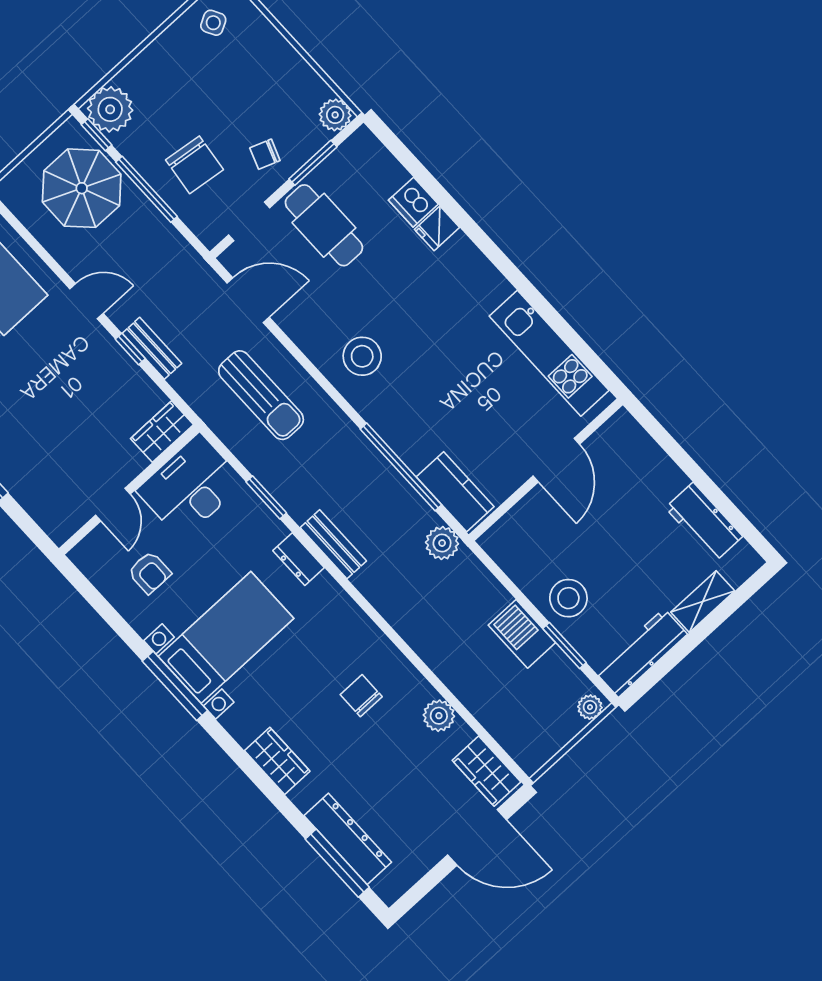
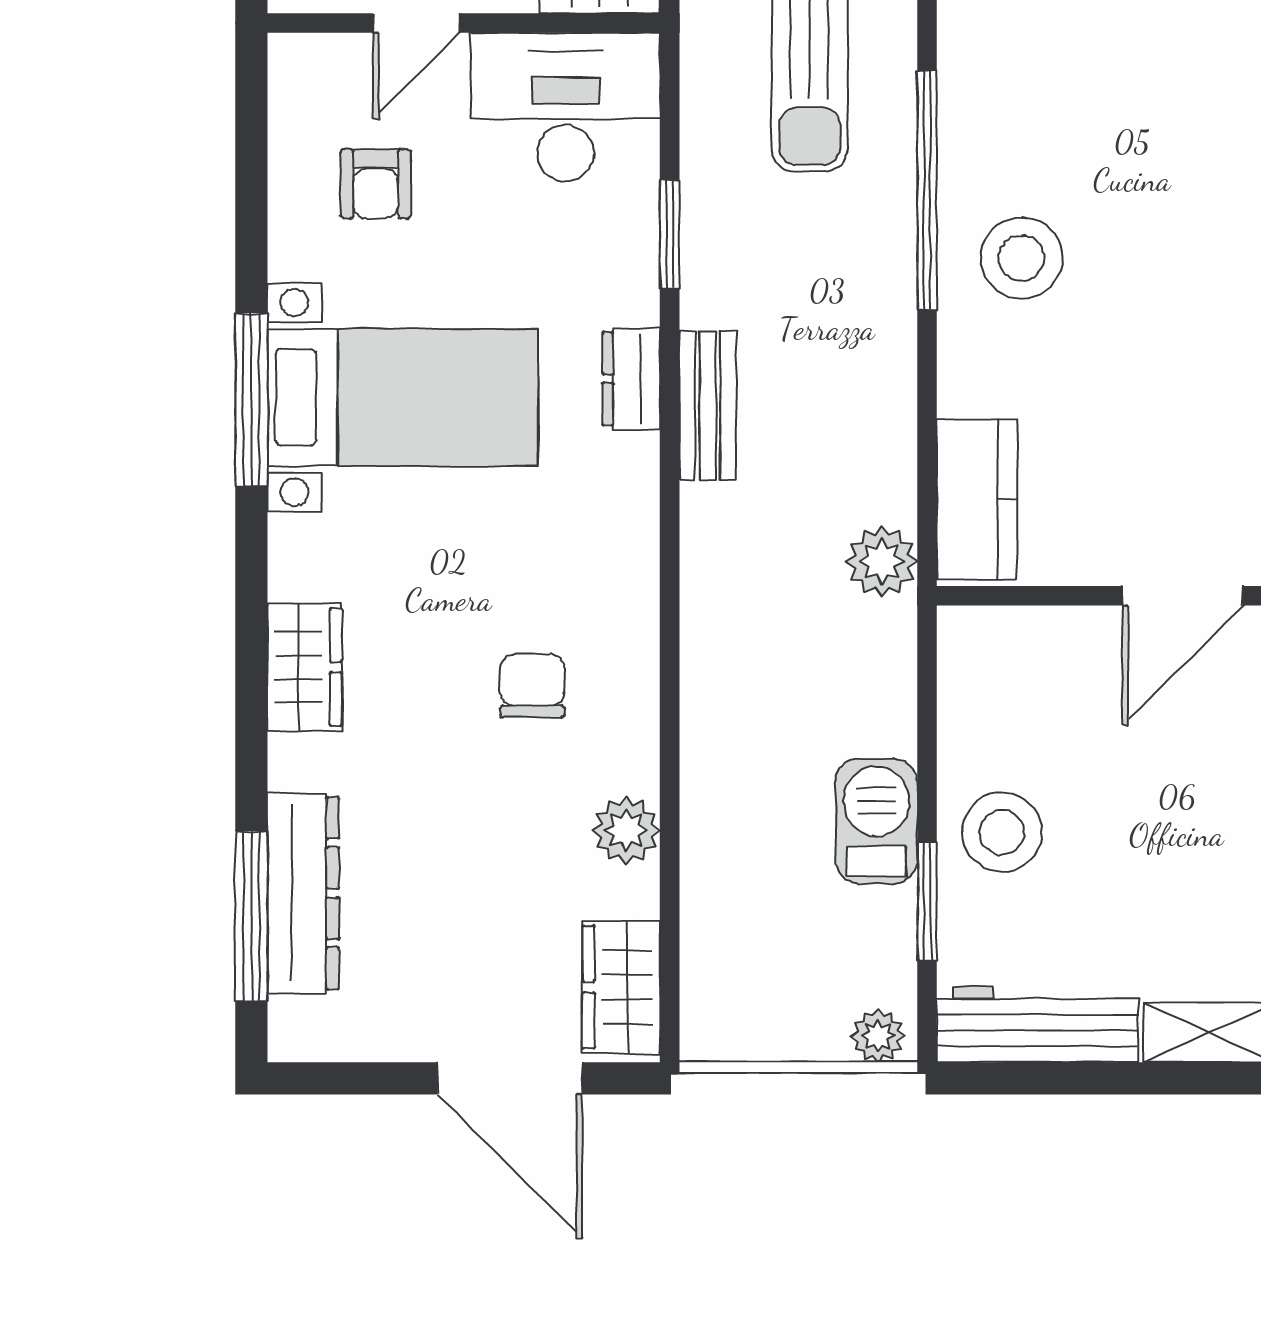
stool: (362, 356) -> (1021, 258), moved
window: (401, 467) -> (927, 190), moved

